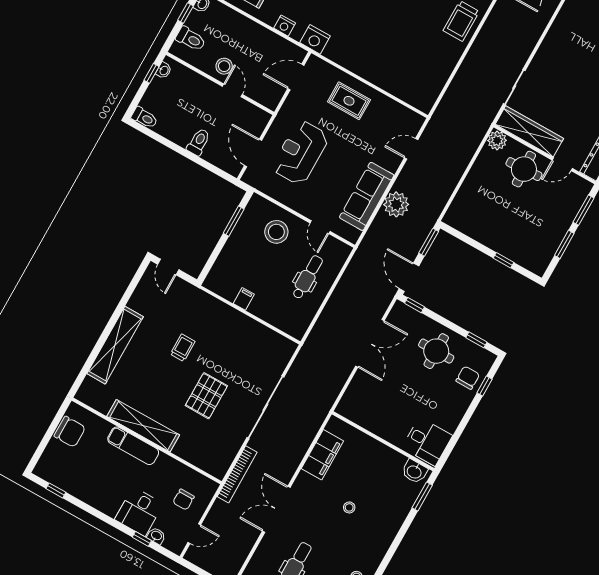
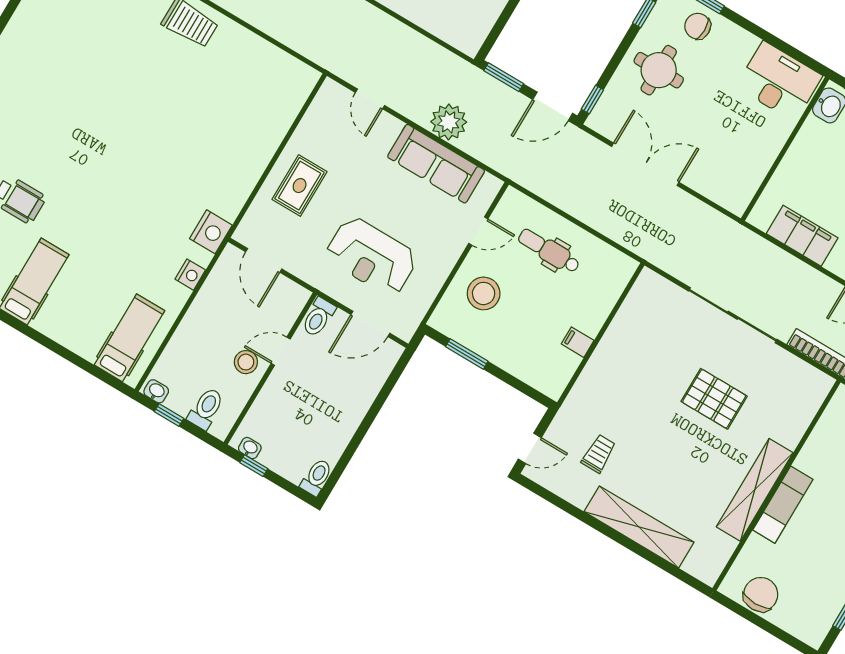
toilet: (199, 142) -> (318, 317), moved, turned -90
trolley: (183, 348) -> (599, 454), moved, turned 90
desk: (427, 442) -> (779, 81), width x1.37

